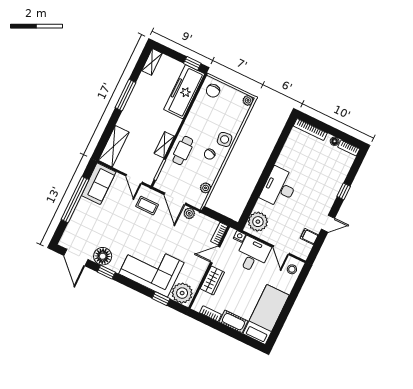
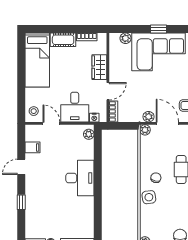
plant: (206, 188) -> (145, 130), moved
plant: (258, 222) -> (89, 134), width x0.53, depth x0.53
plant: (182, 293) -> (125, 38), width x0.53, depth x0.53
window: (161, 299) -> (159, 29), moved

